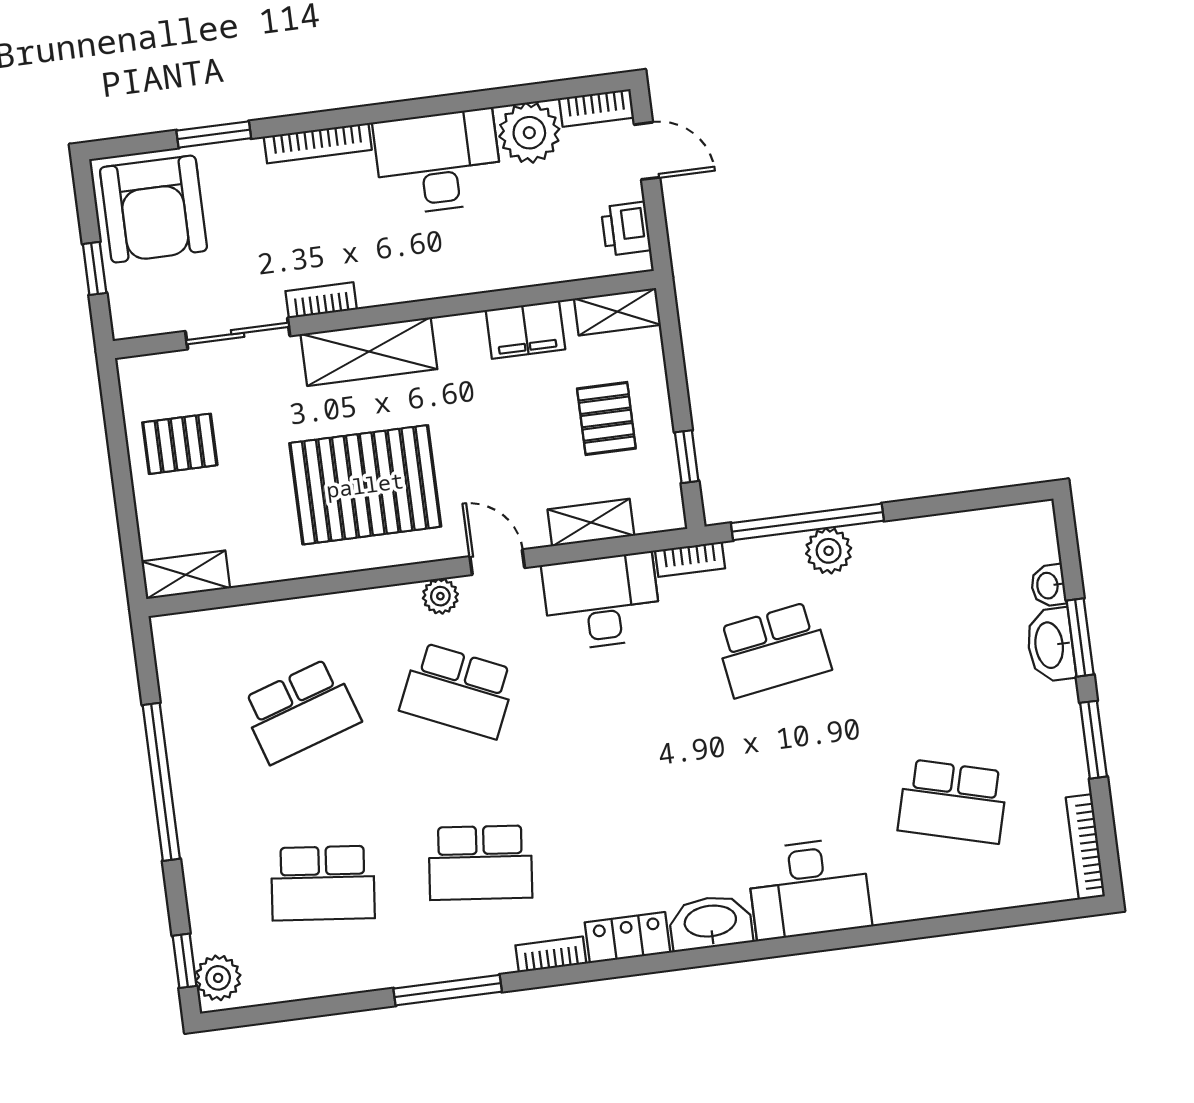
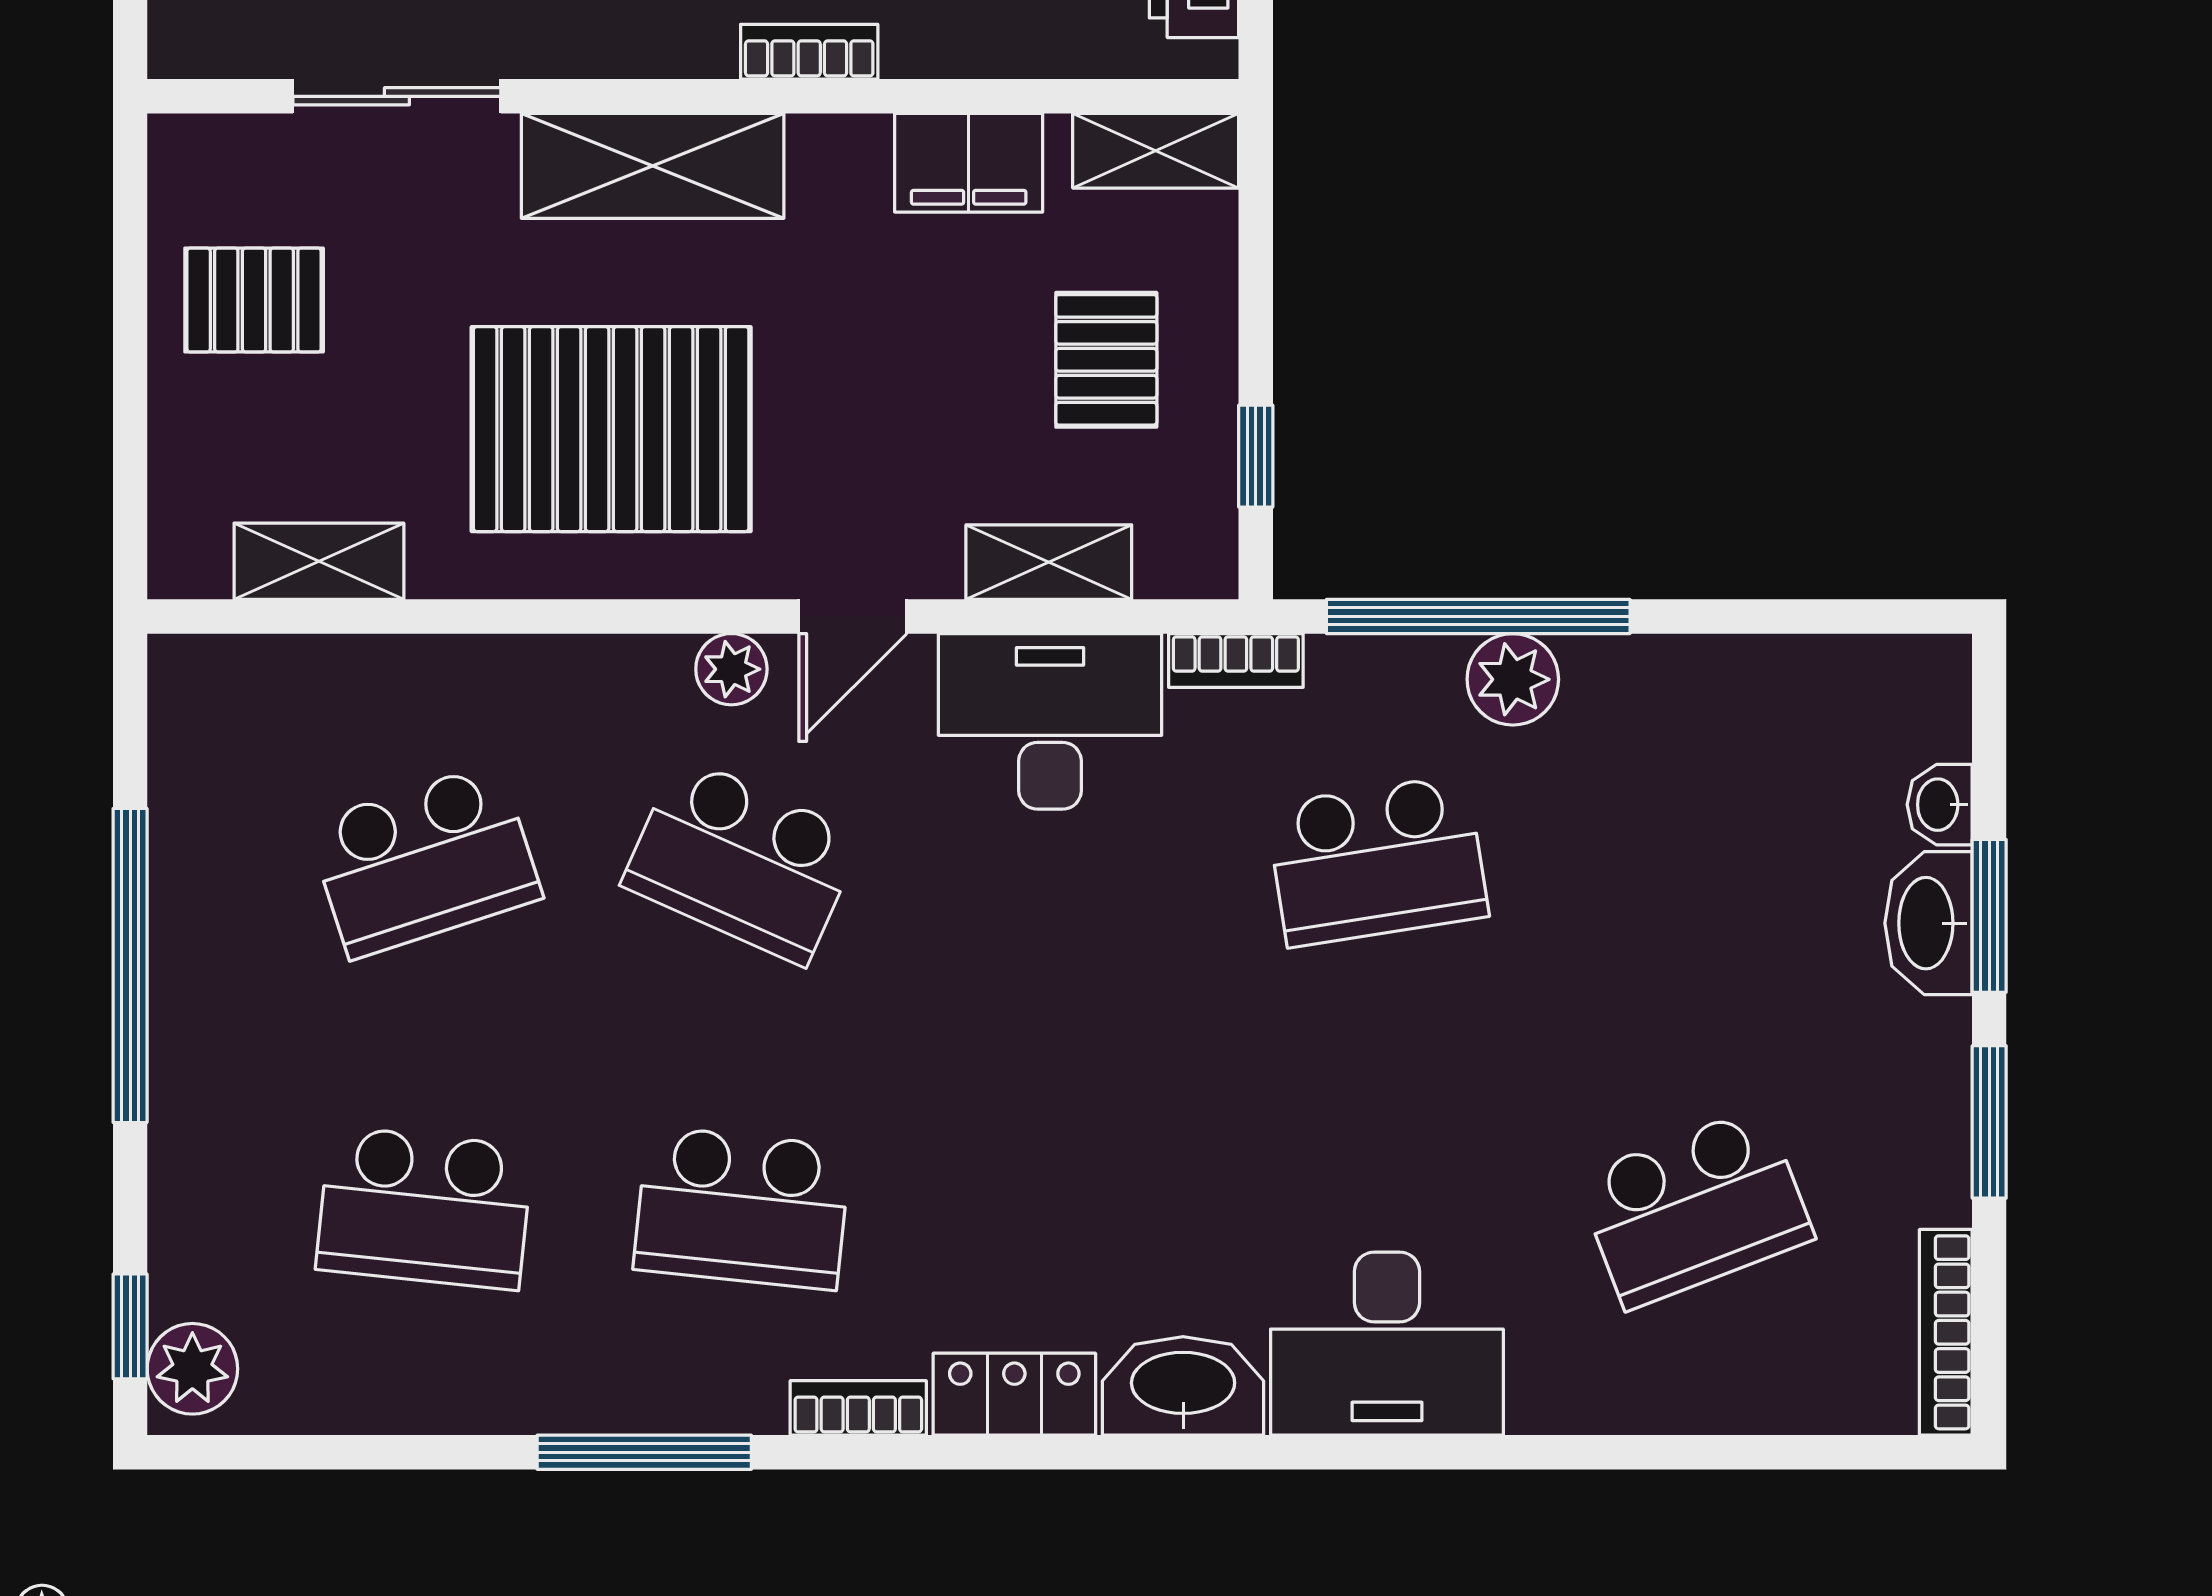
bookcase: (321, 300) -> (809, 52), moved
door: (497, 562) -> (853, 616), swing flipped
shelving: (186, 575) -> (319, 561), moved
school desk: (953, 801) -> (1695, 1208), turned -36

